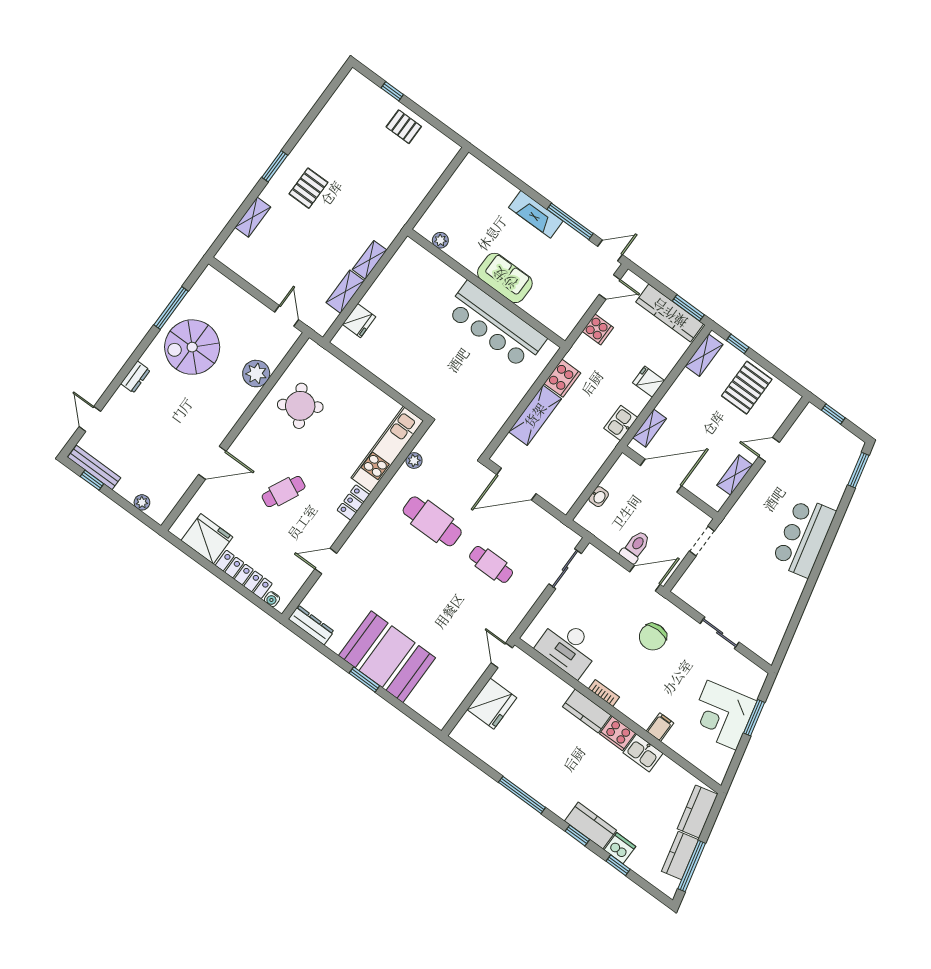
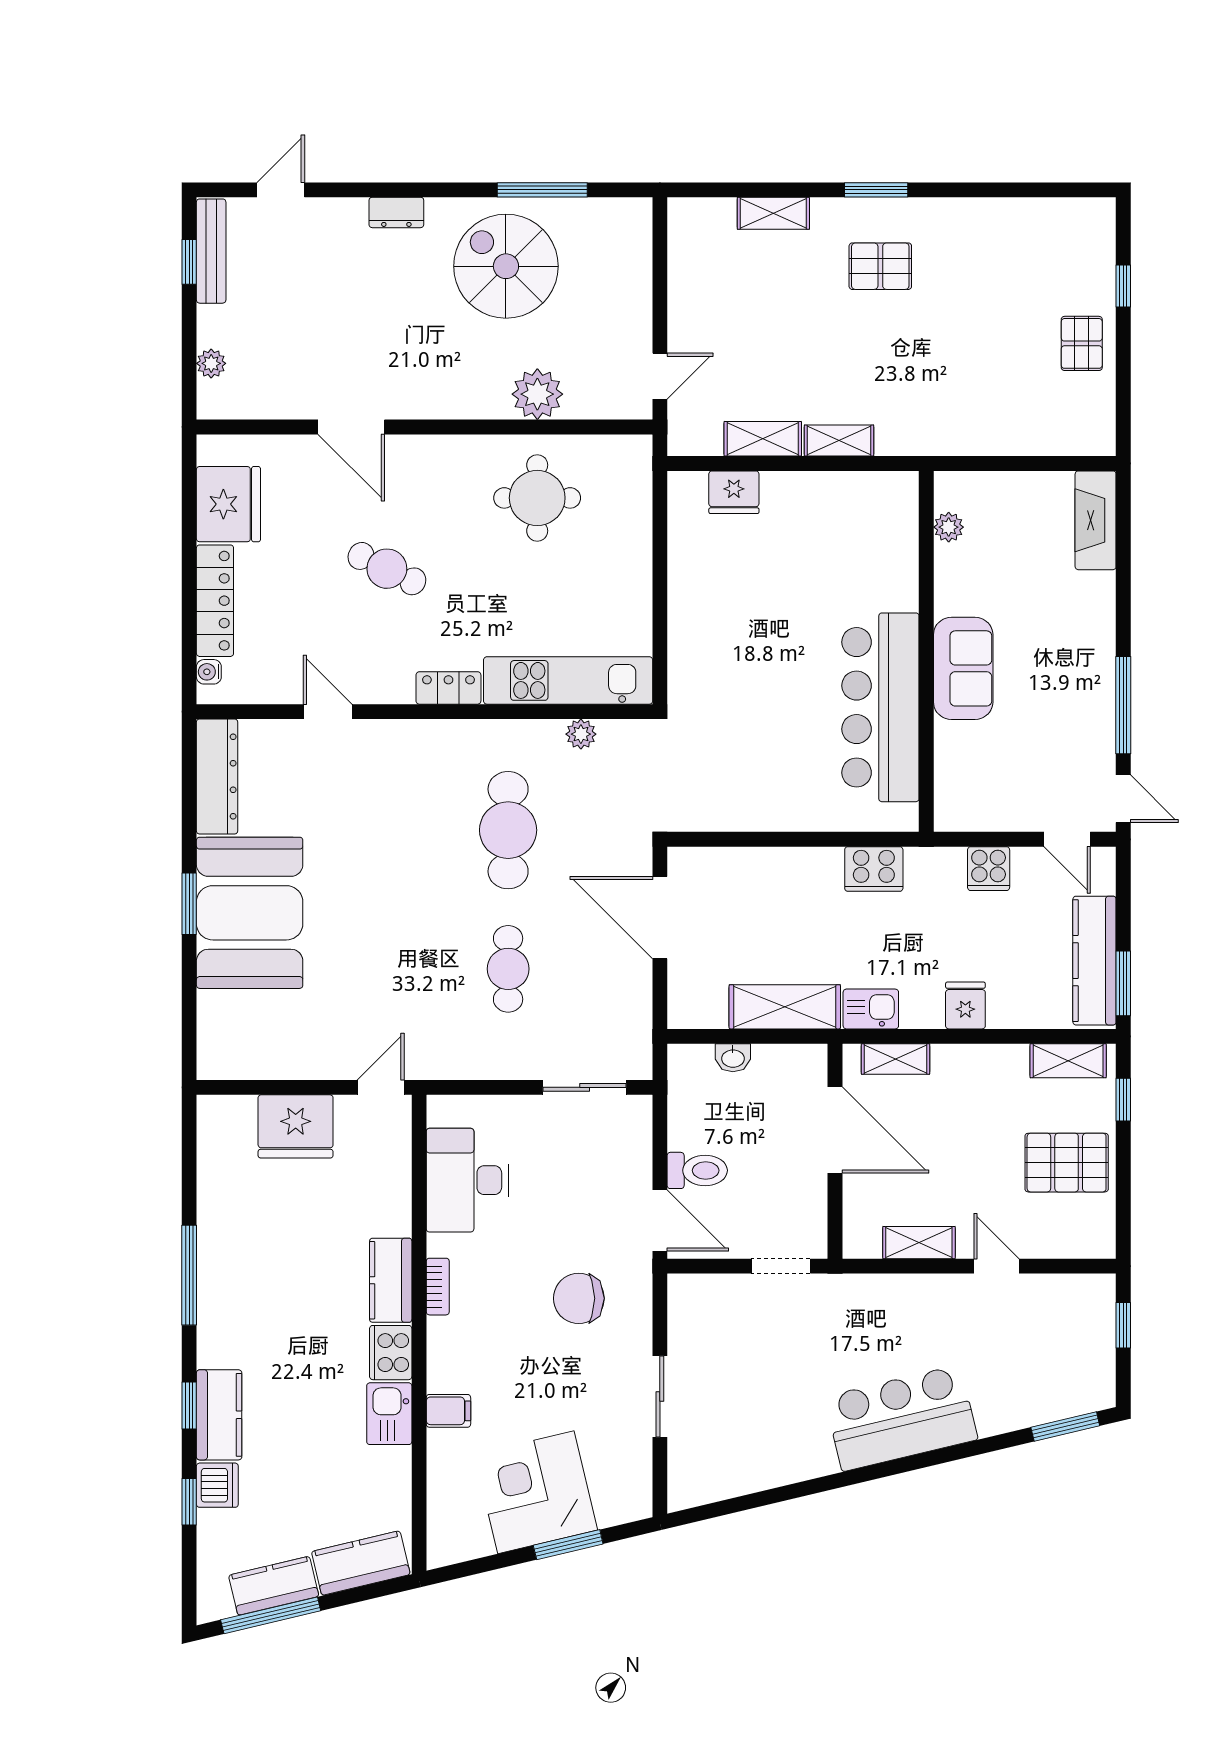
fireplace: (536, 214) -> (1096, 520), moved
round table: (300, 406) -> (537, 498), turned 32
shelving: (535, 415) -> (785, 1007), moved
dresser: (311, 625) -> (217, 777), width x1.37, depth x1.24

